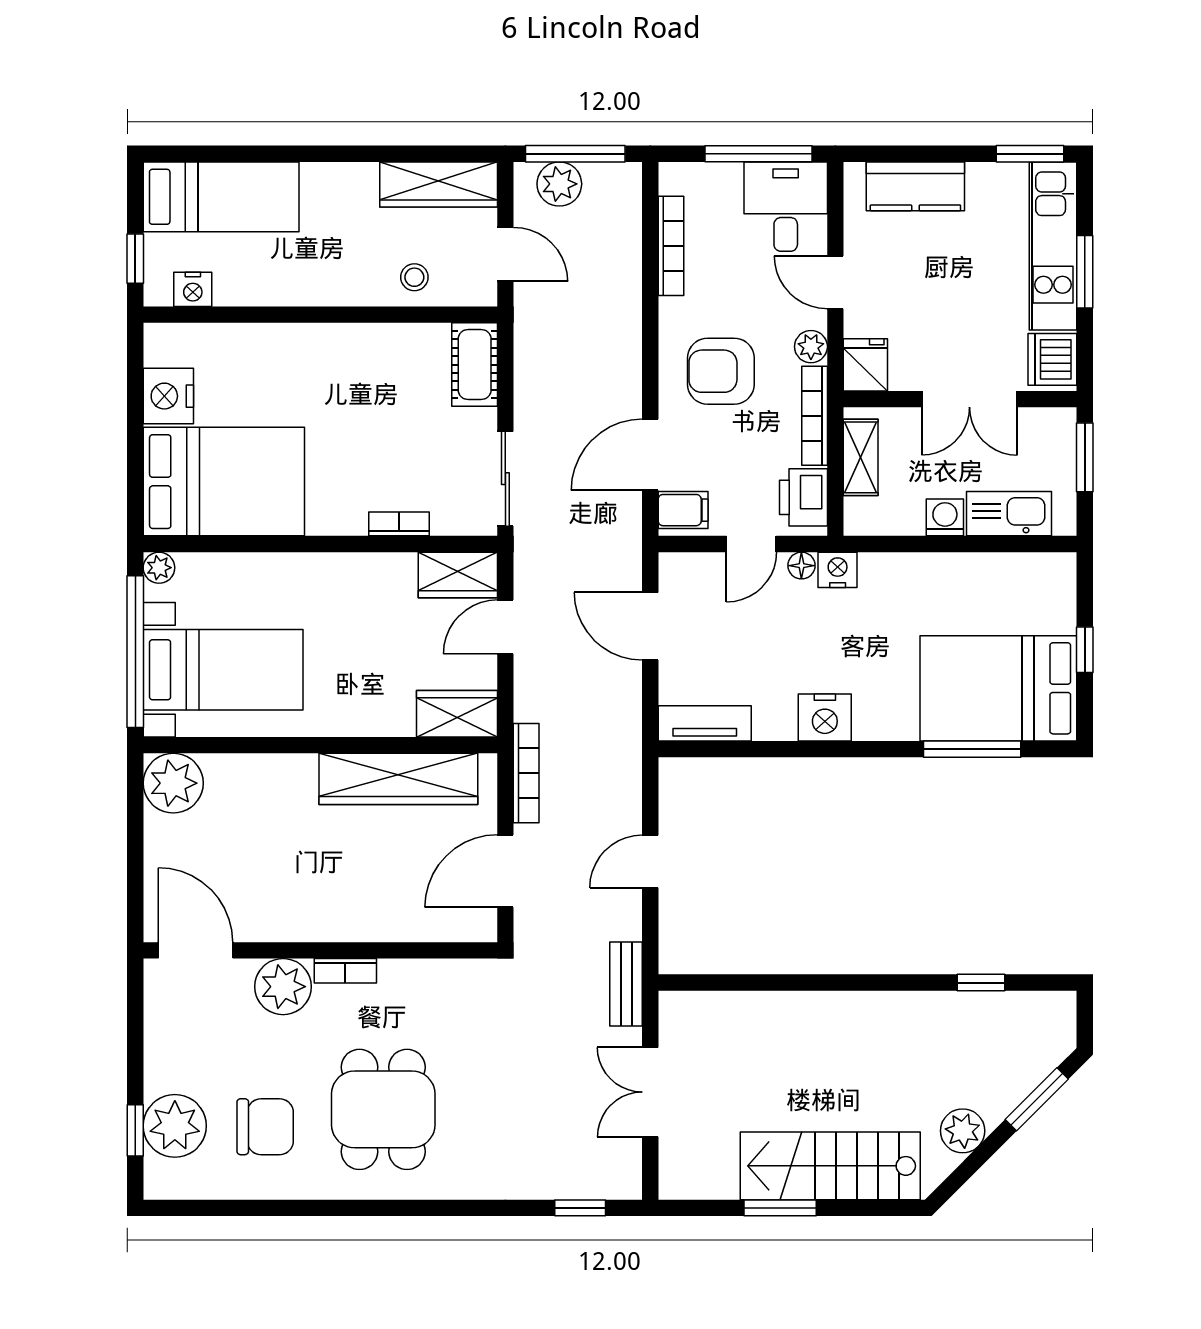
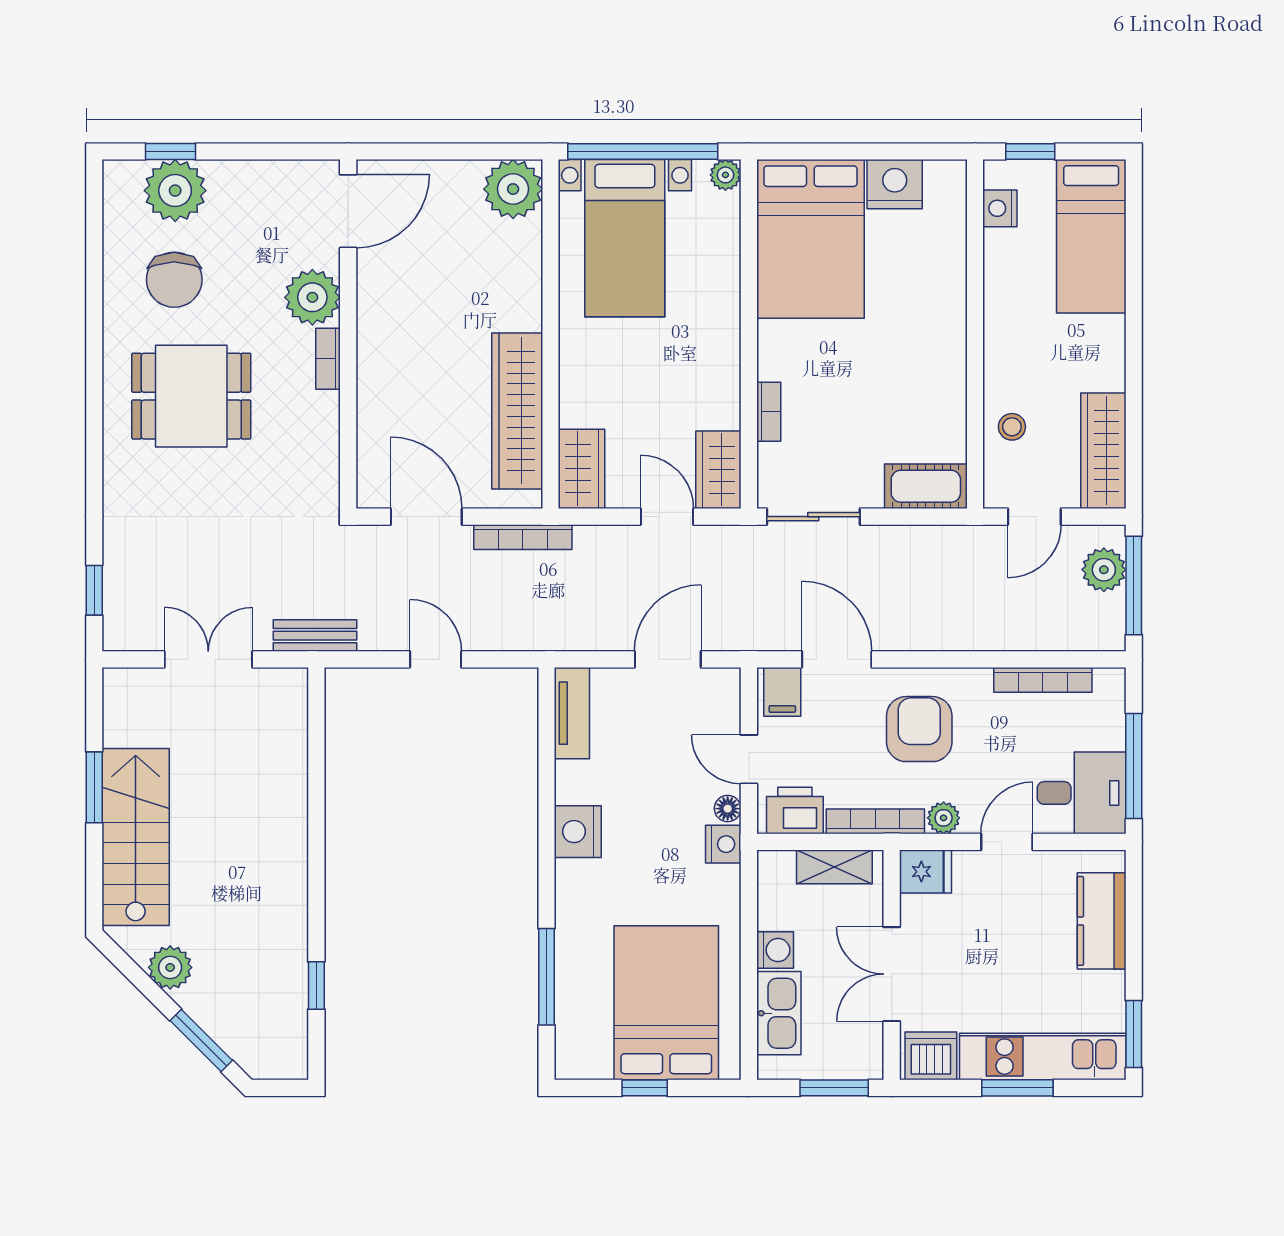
bed: (998, 688) -> (666, 1003), moved

